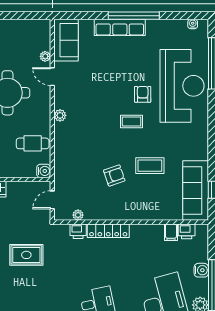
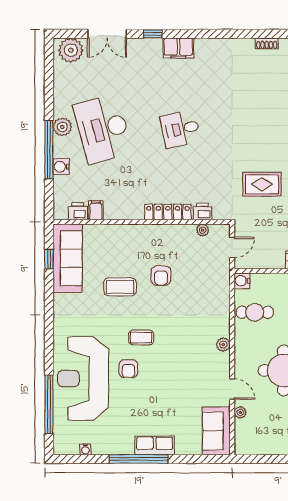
water cooler: (193, 24) -> (85, 449), moved
row of seats: (120, 27) -> (155, 445), width x0.68
armchair: (114, 176) -> (161, 275), turned -71

